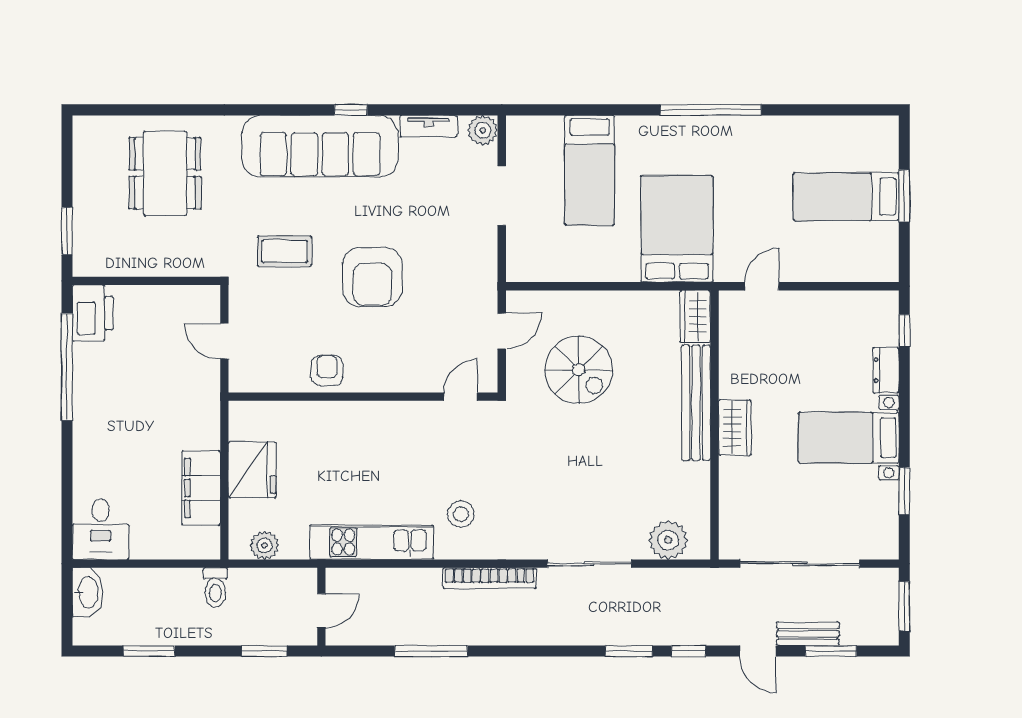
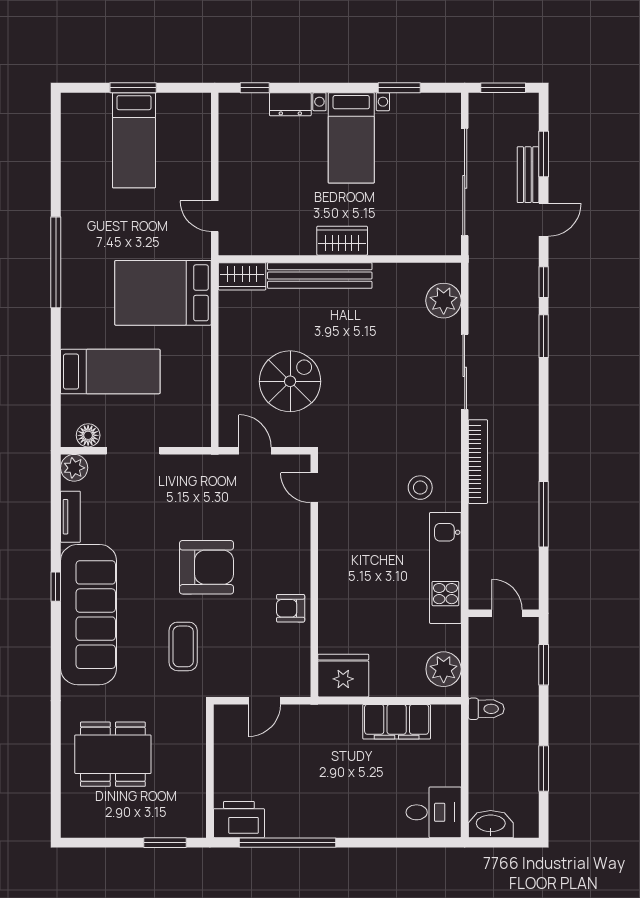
floor lamp: (519, 146) -> (88, 435), added
fridge: (252, 470) -> (343, 676), moved
plant: (264, 545) -> (444, 669), width x1.36, depth x1.36

